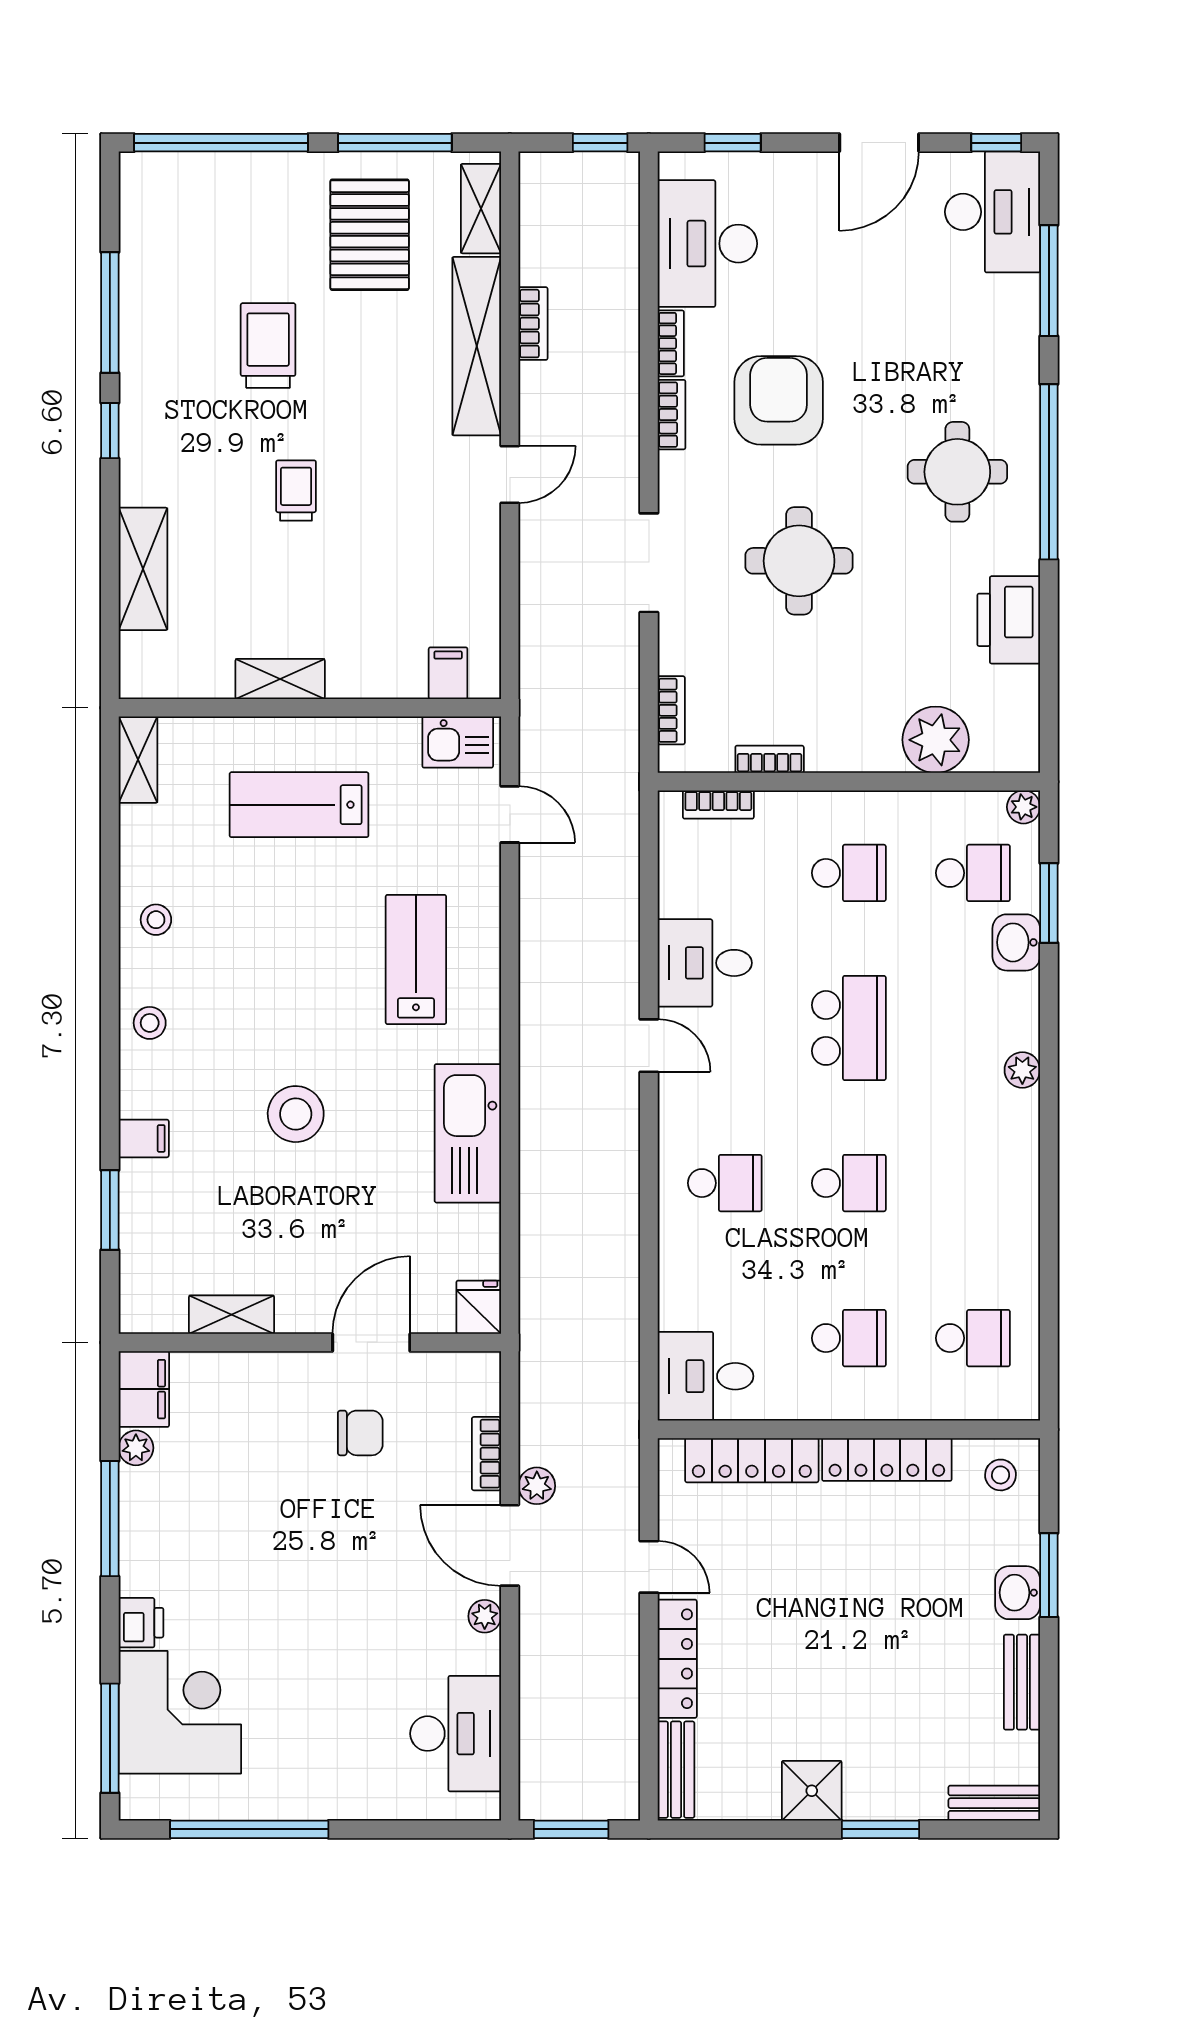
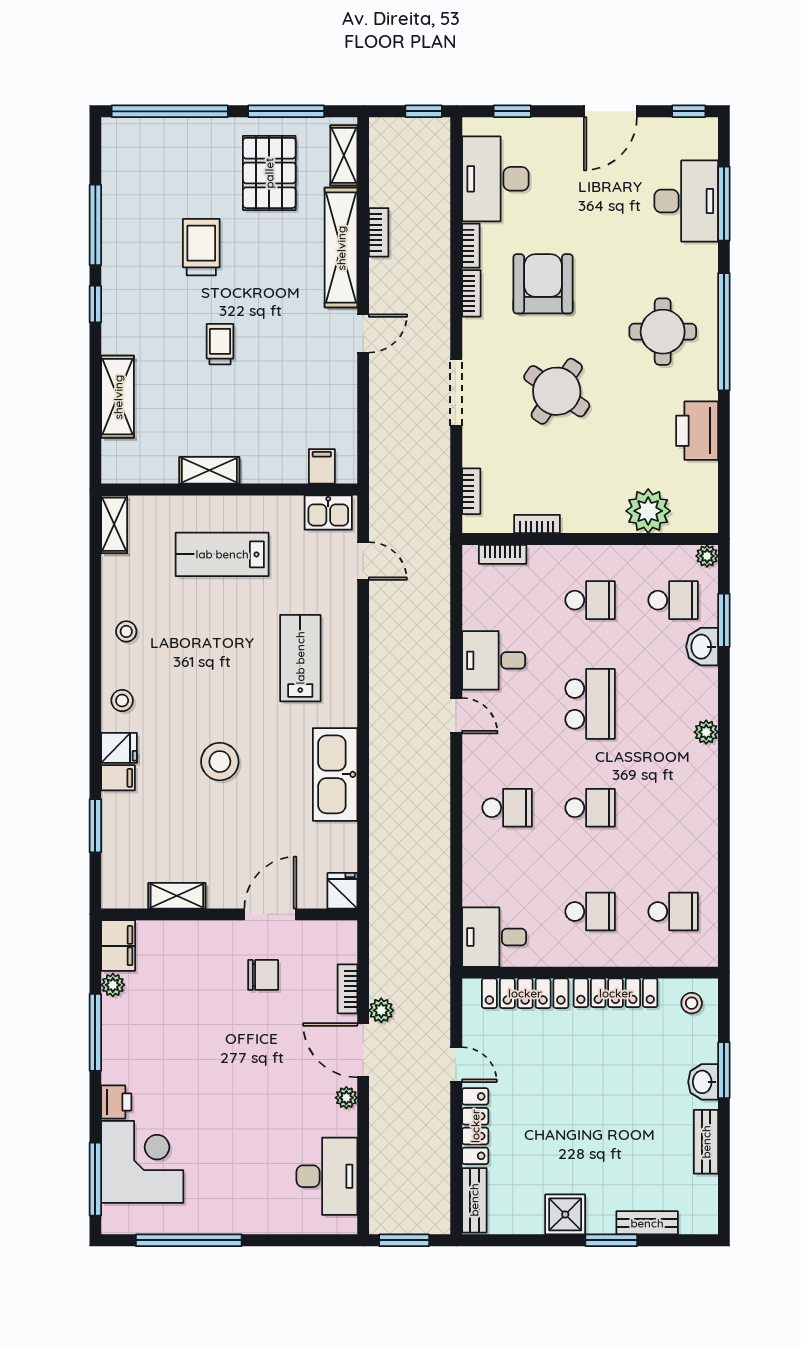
desk: (993, 212) -> (686, 201), moved
round table: (799, 561) -> (557, 391), turned 34
fridge: (145, 1094) -> (119, 748), added
bench: (994, 1803) -> (647, 1223), moved

